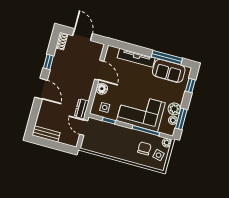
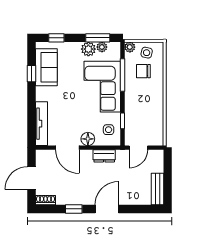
tv unit: (136, 58) -> (41, 124), moved
window: (167, 58) -> (31, 74), width x0.46
door: (99, 70) -> (67, 148), swing flipped
dresser: (82, 109) -> (104, 156), moved

